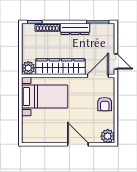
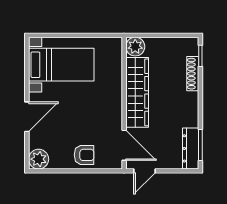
dresser: (75, 29) -> (191, 148), moved
bed with nightstands: (45, 96) -> (61, 65), moved, turned -90
armchair: (105, 104) -> (84, 155), turned 180

